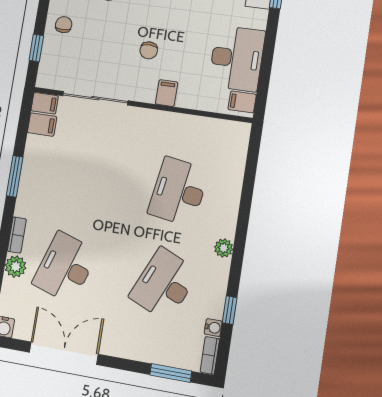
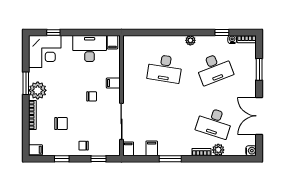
filing cabinet: (42, 125) -> (152, 148), moved
desk: (164, 284) -> (214, 68), turned -45
window: (171, 373) -> (259, 69), moved

